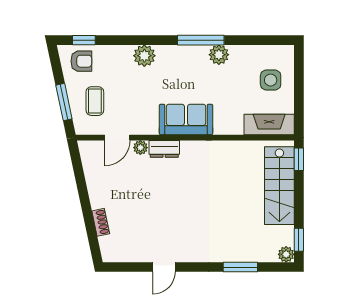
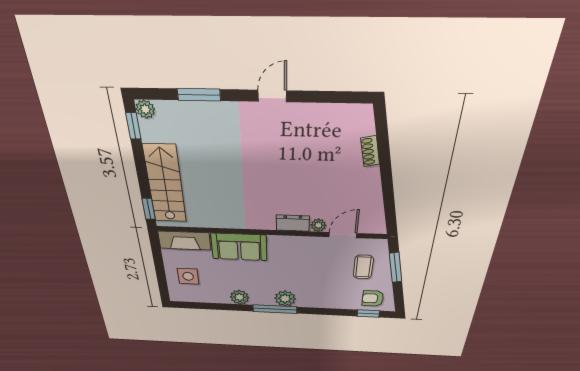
window: (201, 40) -> (275, 309), moved
plant: (144, 56) -> (285, 299), moved
sofa: (186, 119) -> (239, 247), moved
door: (164, 267) -> (272, 96), moved

